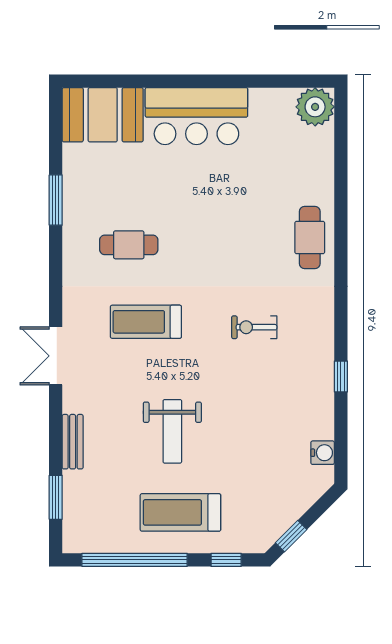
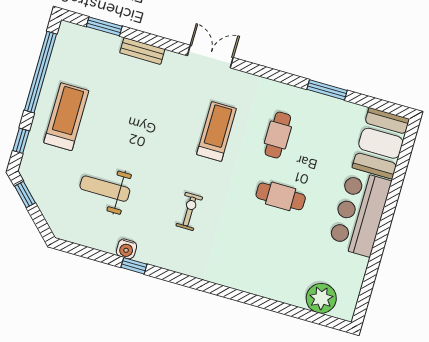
plant: (315, 107) -> (321, 298), moved
cafe table: (310, 238) -> (281, 196), moved
weight bench: (172, 431) -> (105, 189), moved
water cooler: (323, 453) -> (126, 249), moved

